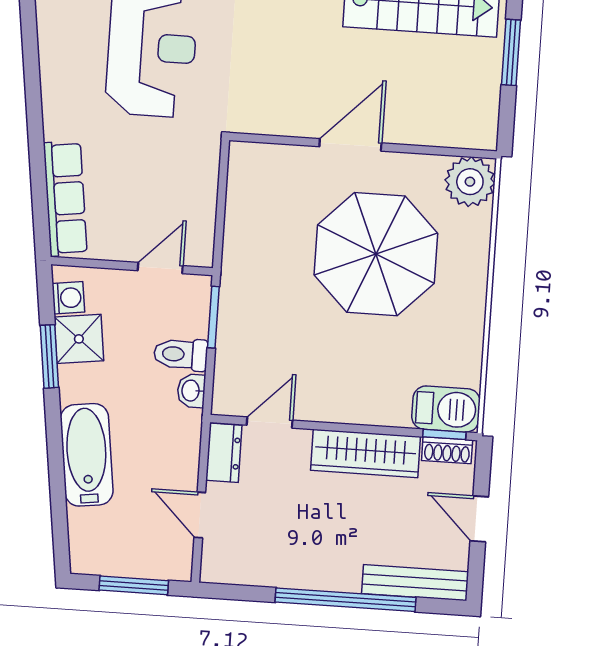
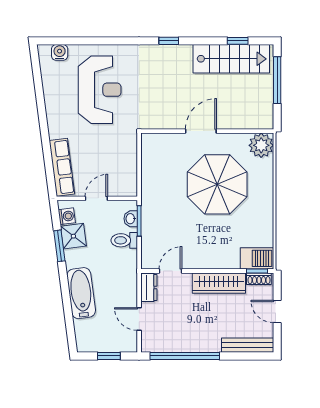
window: (511, 52) -> (277, 80), width x1.44
door: (160, 268) -> (96, 198), moved
washbasin: (191, 391) -> (131, 219), moved
window: (134, 585) -> (109, 356), width x0.67
window: (346, 600) -> (185, 356), moved

